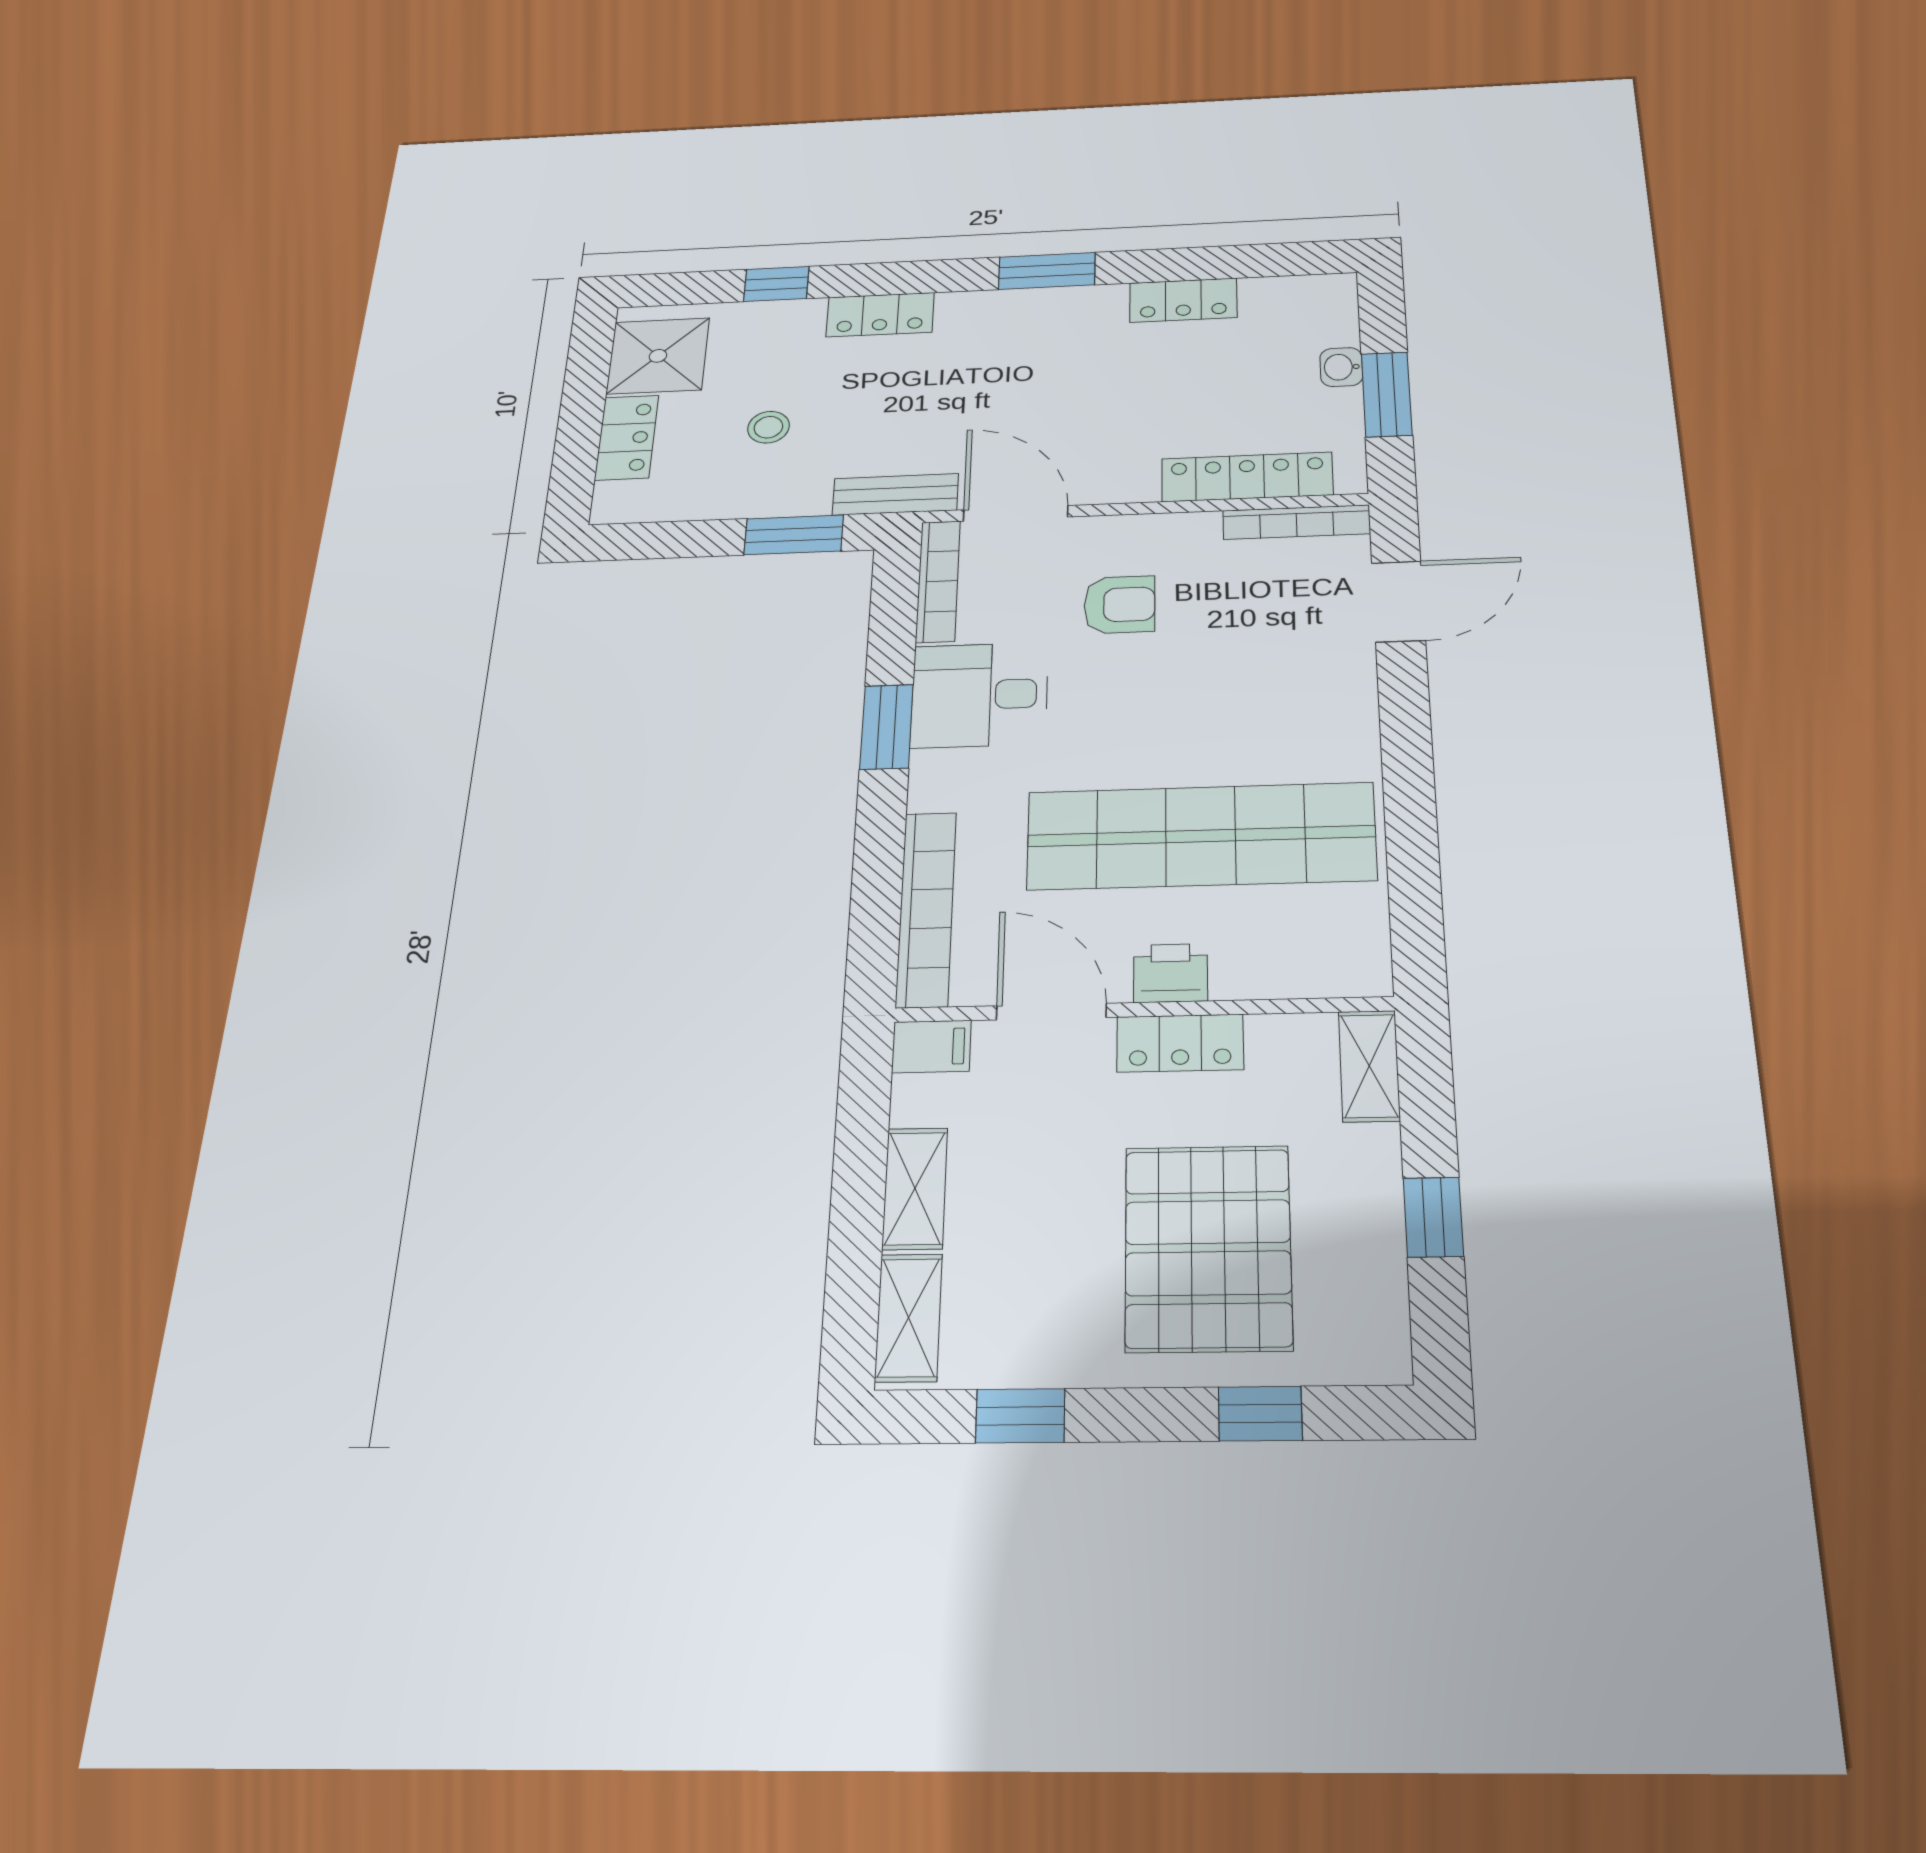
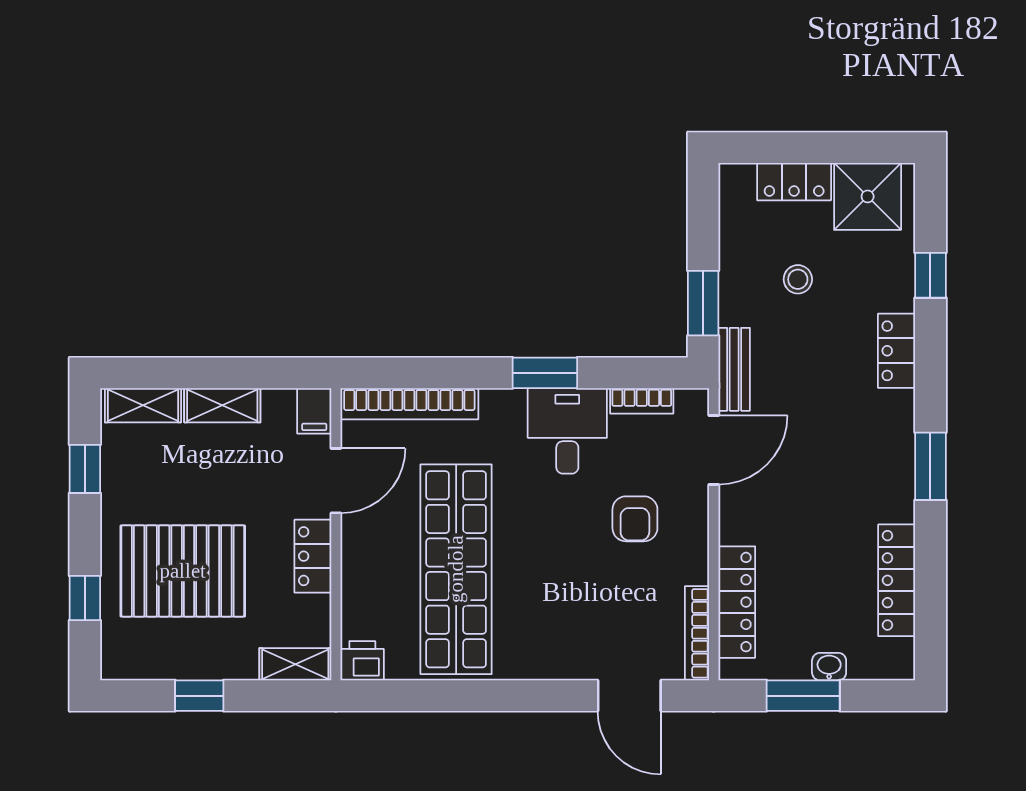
locker: (1183, 300) -> (897, 580), width x1.53
bookcase: (938, 581) -> (642, 401), width x0.64
printer: (1171, 973) -> (362, 661), moved, turned -90

